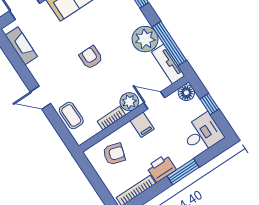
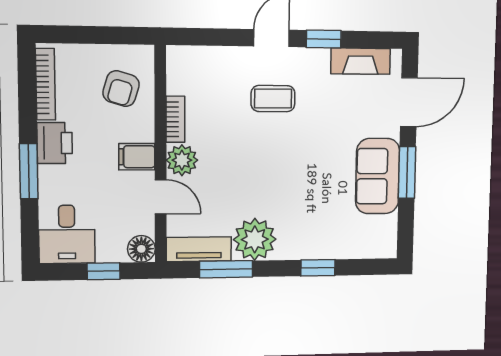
window: (169, 44) -> (226, 269), width x0.69
armchair: (91, 57) -> (280, 147), removed
window: (23, 72) -> (324, 39), added
door: (154, 100) -> (161, 197), hinge flipped
coffee table: (71, 116) -> (273, 99), moved

